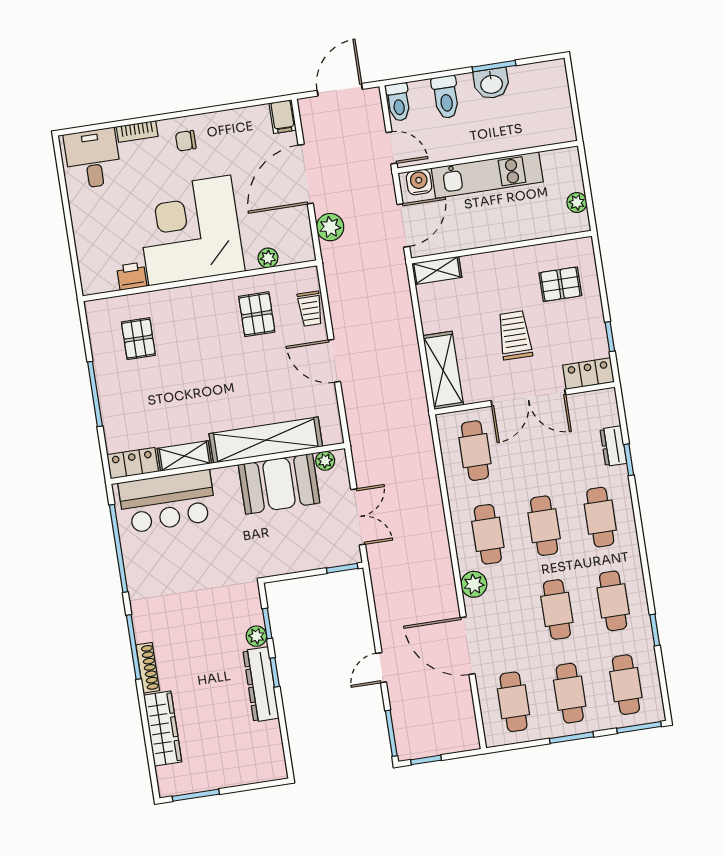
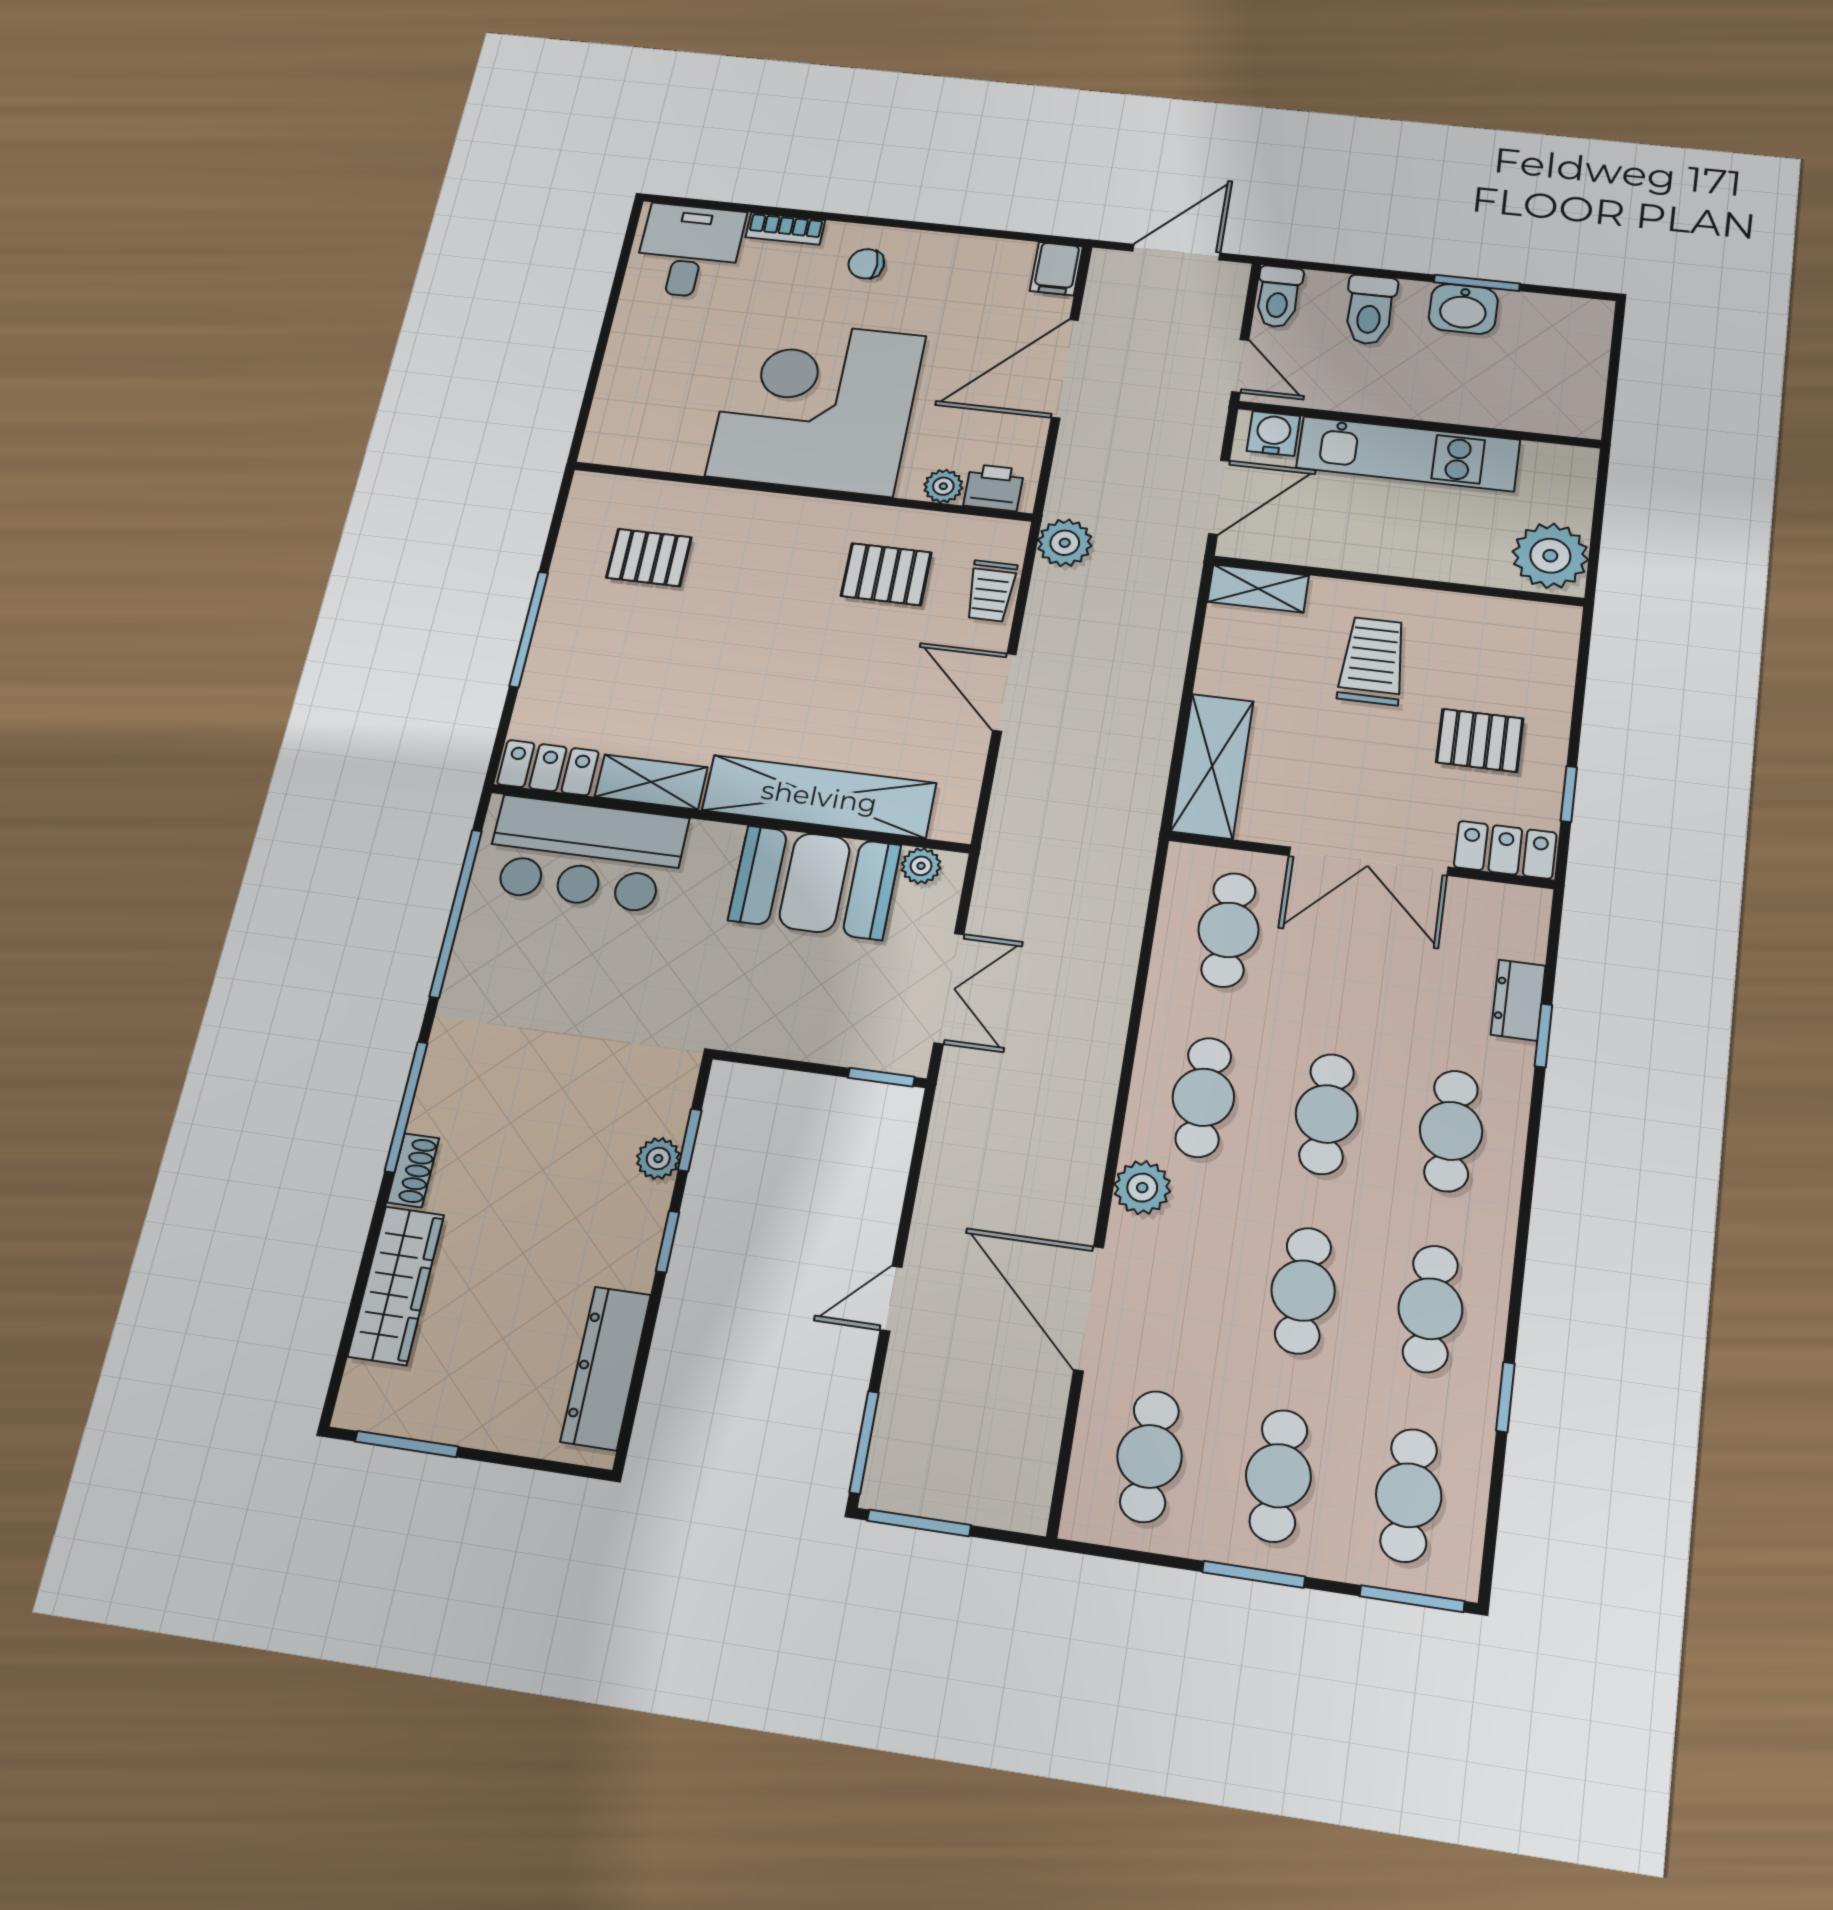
plant: (577, 202) -> (1550, 556), width x1.87, depth x1.87
plant: (330, 227) -> (1065, 543), moved
printer: (132, 276) -> (994, 488), moved
pallet: (560, 284) -> (1480, 740), moved
pallet: (257, 314) -> (886, 574), turned 90
trolley: (515, 335) -> (1373, 661), moved
pallet: (138, 339) -> (649, 558), turned 90
shoe rack: (148, 668) -> (413, 1170), width x0.70
dresser: (261, 684) -> (606, 1368), moved
window: (426, 760) -> (919, 1523), width x1.50

